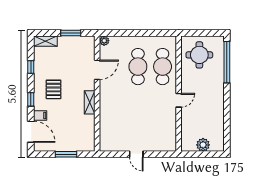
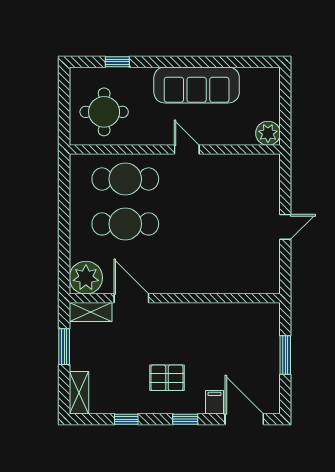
plant: (104, 41) -> (86, 278), width x1.88, depth x1.88
window: (227, 62) -> (117, 62), width x0.32
shelving: (90, 102) -> (91, 312), moved
sofa: (214, 106) -> (197, 85), added
door: (31, 132) -> (244, 419), hinge flipped
plant: (203, 145) -> (268, 133), moved

